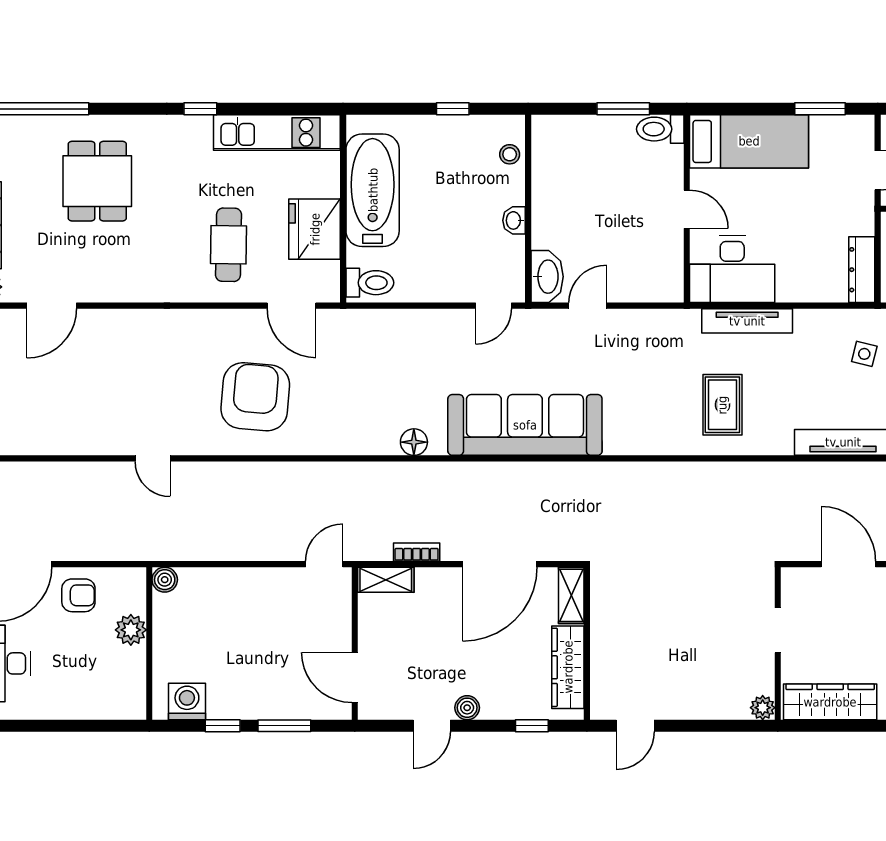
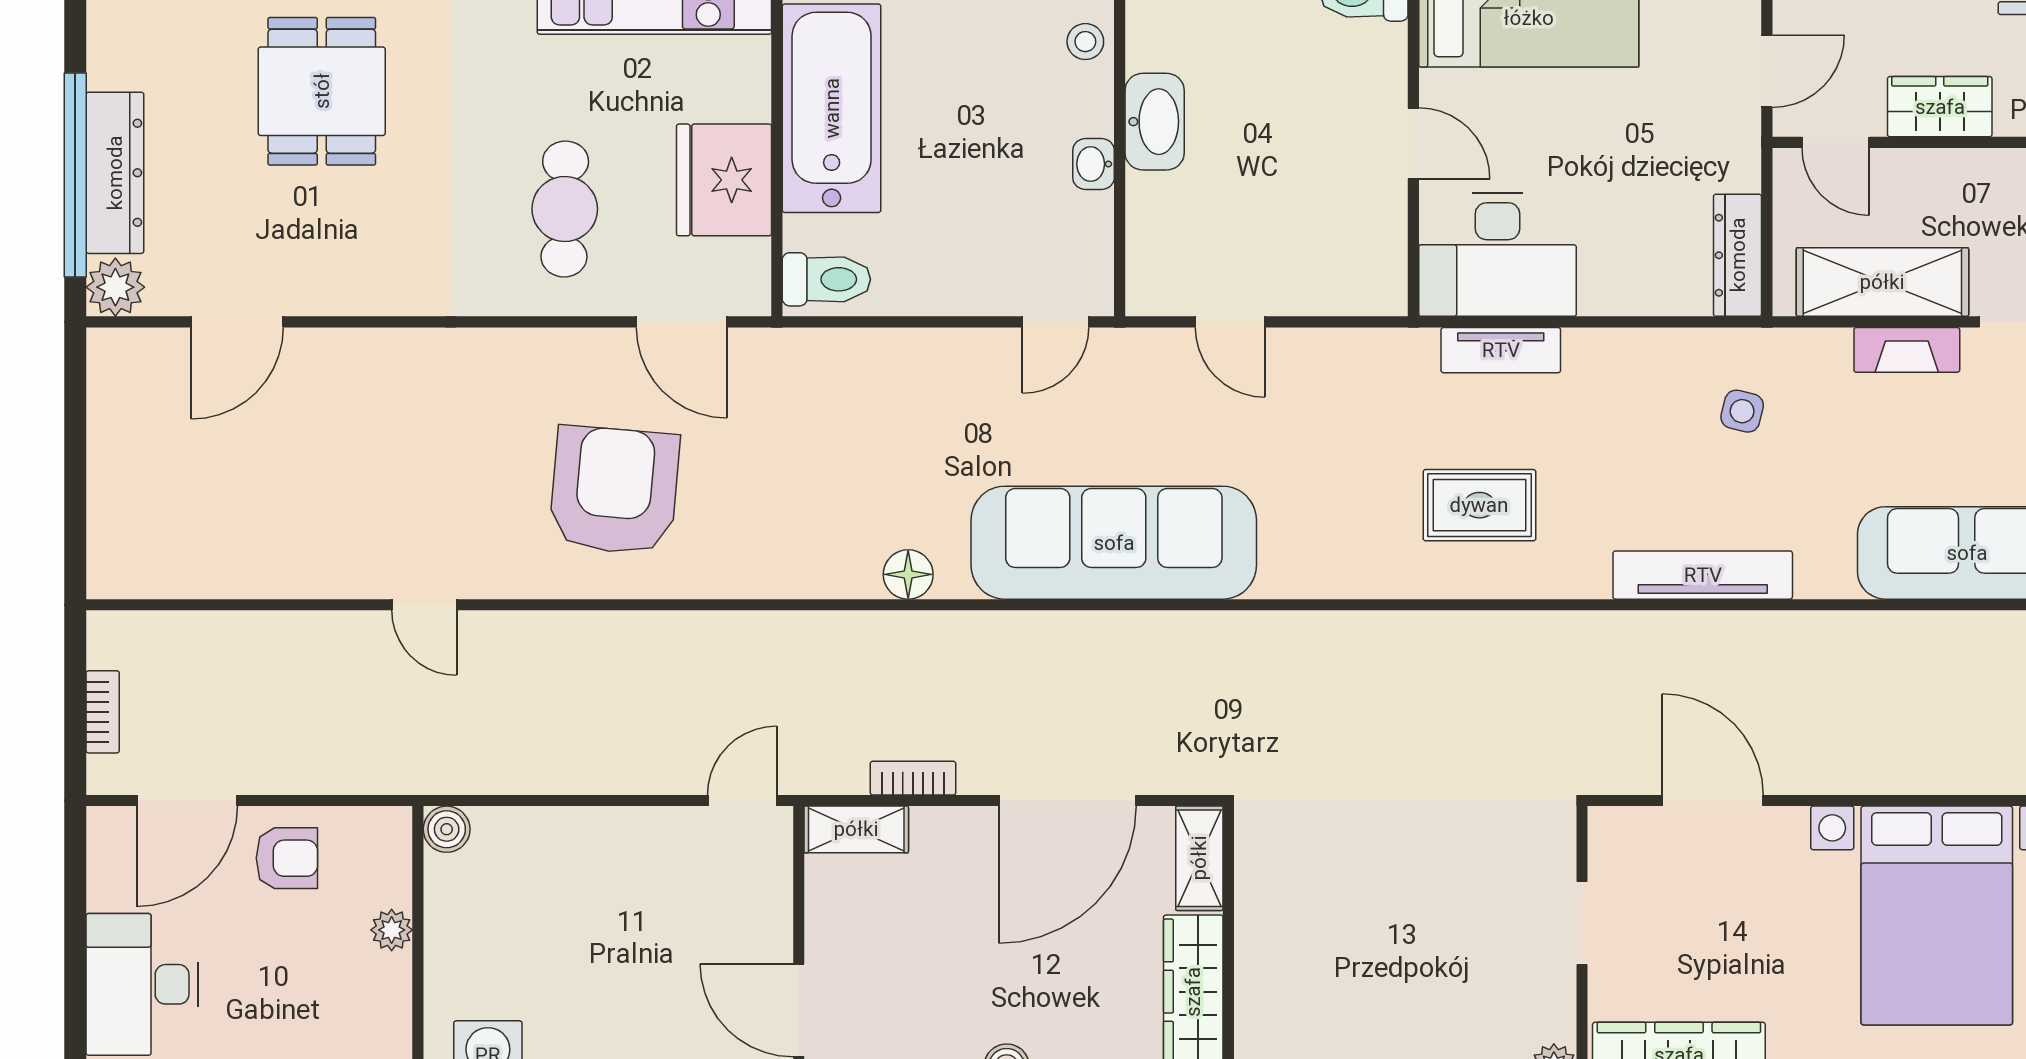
washbasin: (547, 277) -> (1155, 122), moved
door: (588, 306) -> (1230, 322), swing flipped
tv unit: (747, 321) -> (1501, 350), width x0.71
rug: (722, 405) -> (1479, 505), turned 90
plant: (131, 630) -> (392, 930), width x0.73, depth x0.73

